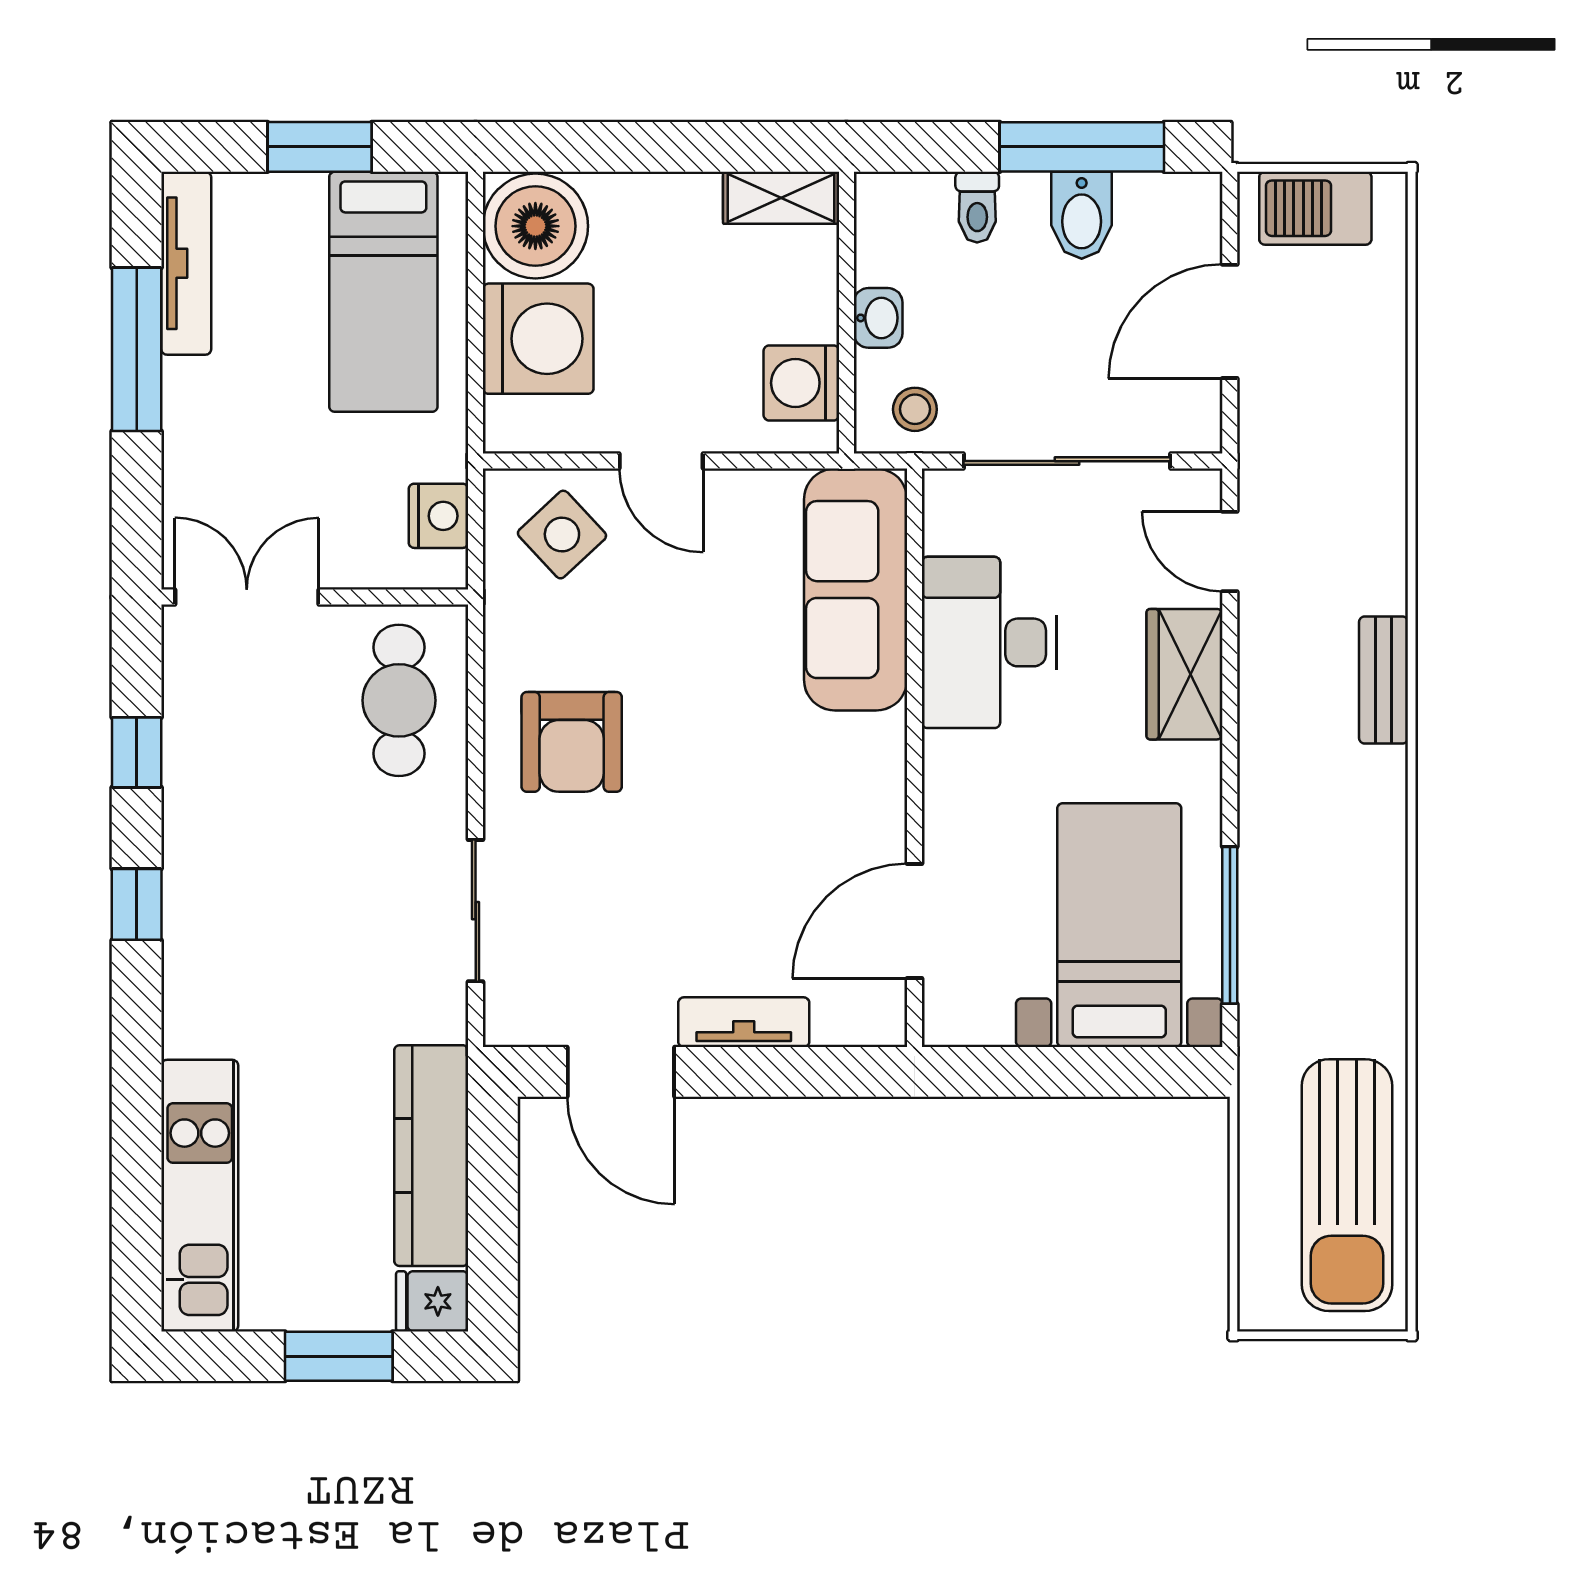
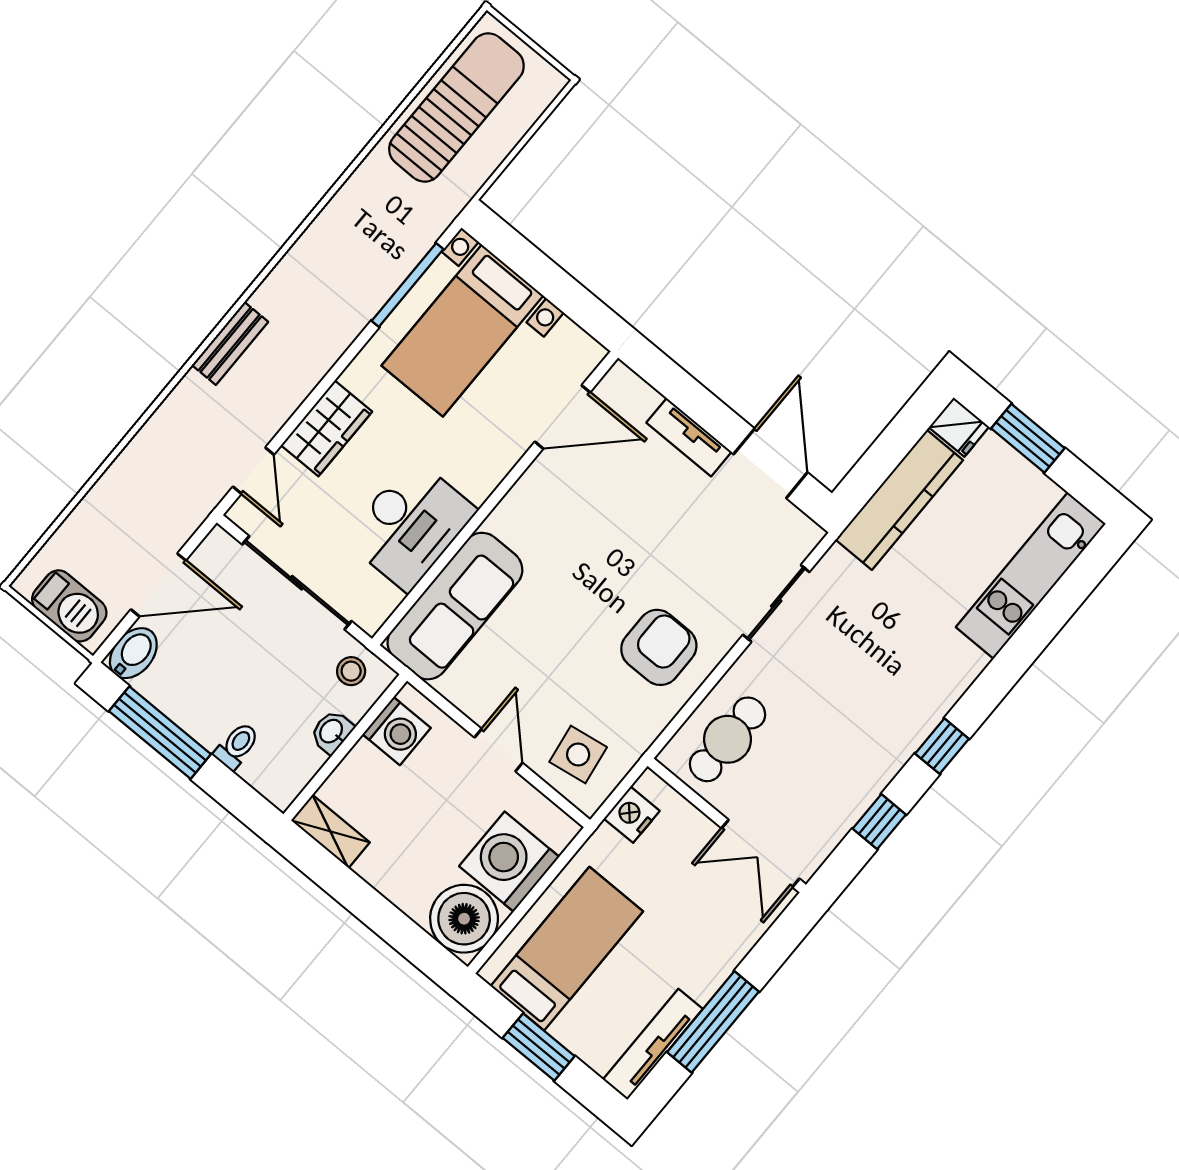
bidet: (1082, 215) -> (133, 653), moved
side table: (562, 535) -> (578, 755), turned 34

